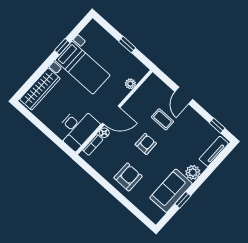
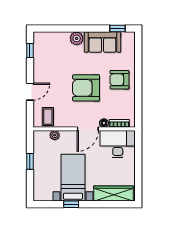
door: (111, 115) -> (88, 129), swing flipped
coffee table: (163, 119) -> (48, 117), moved
armchair: (146, 144) -> (86, 88), width x1.88, depth x1.88
tv unit: (214, 151) -> (50, 37), removed
window: (183, 200) -> (117, 28), moved

